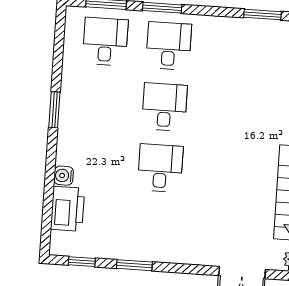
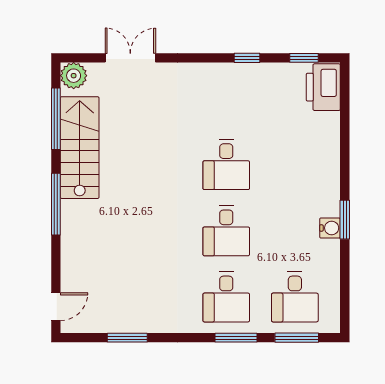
water cooler: (64, 176) -> (330, 228), moved
printer: (68, 209) -> (323, 87), moved
window: (134, 265) -> (247, 58), width x0.67

